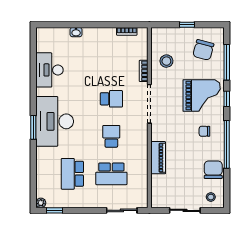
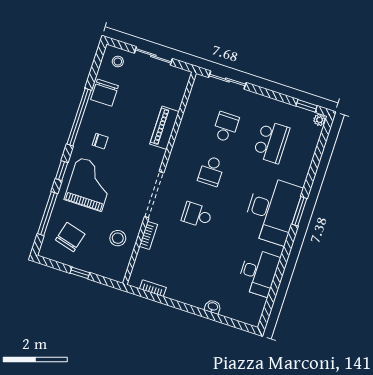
grand piano: (202, 96) -> (90, 184), turned 90
school desk: (111, 174) -> (226, 127), width x0.54

